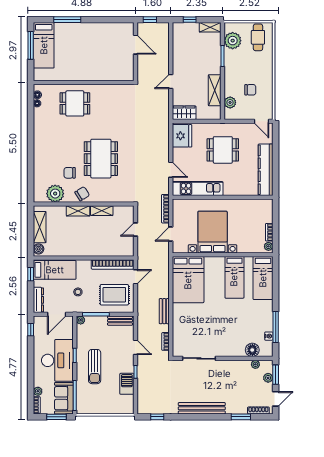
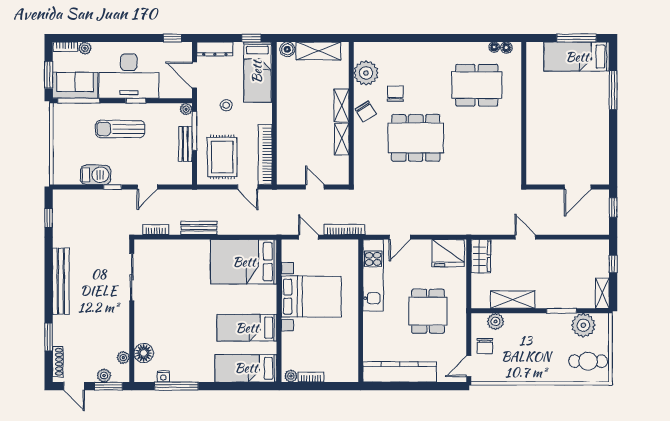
chair: (250, 90) -> (485, 346), moved
dining table: (75, 103) -> (477, 85), moved, width x1.38
bench: (120, 321) -> (185, 144), moved

